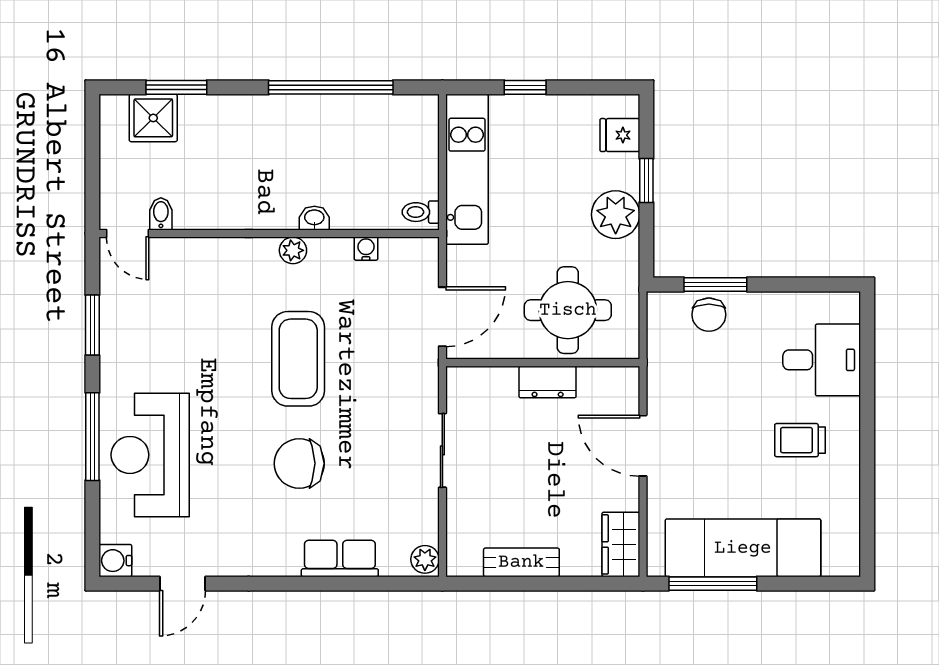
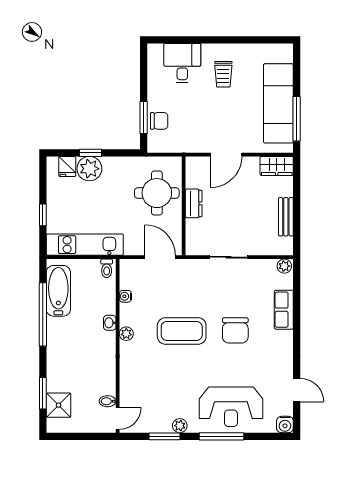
bathtub: (377, 118) -> (58, 291), added
plant: (616, 215) -> (89, 169), moved
plant: (113, 355) -> (180, 426), added

